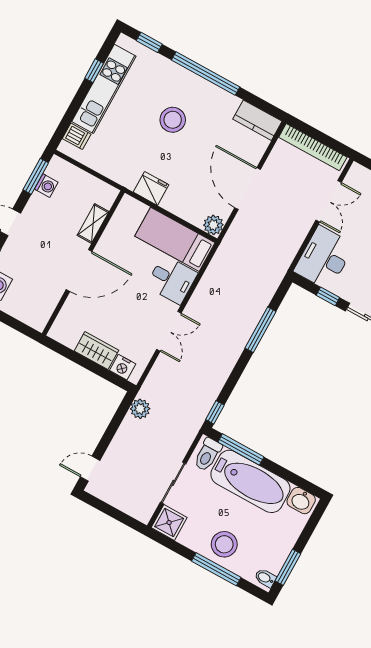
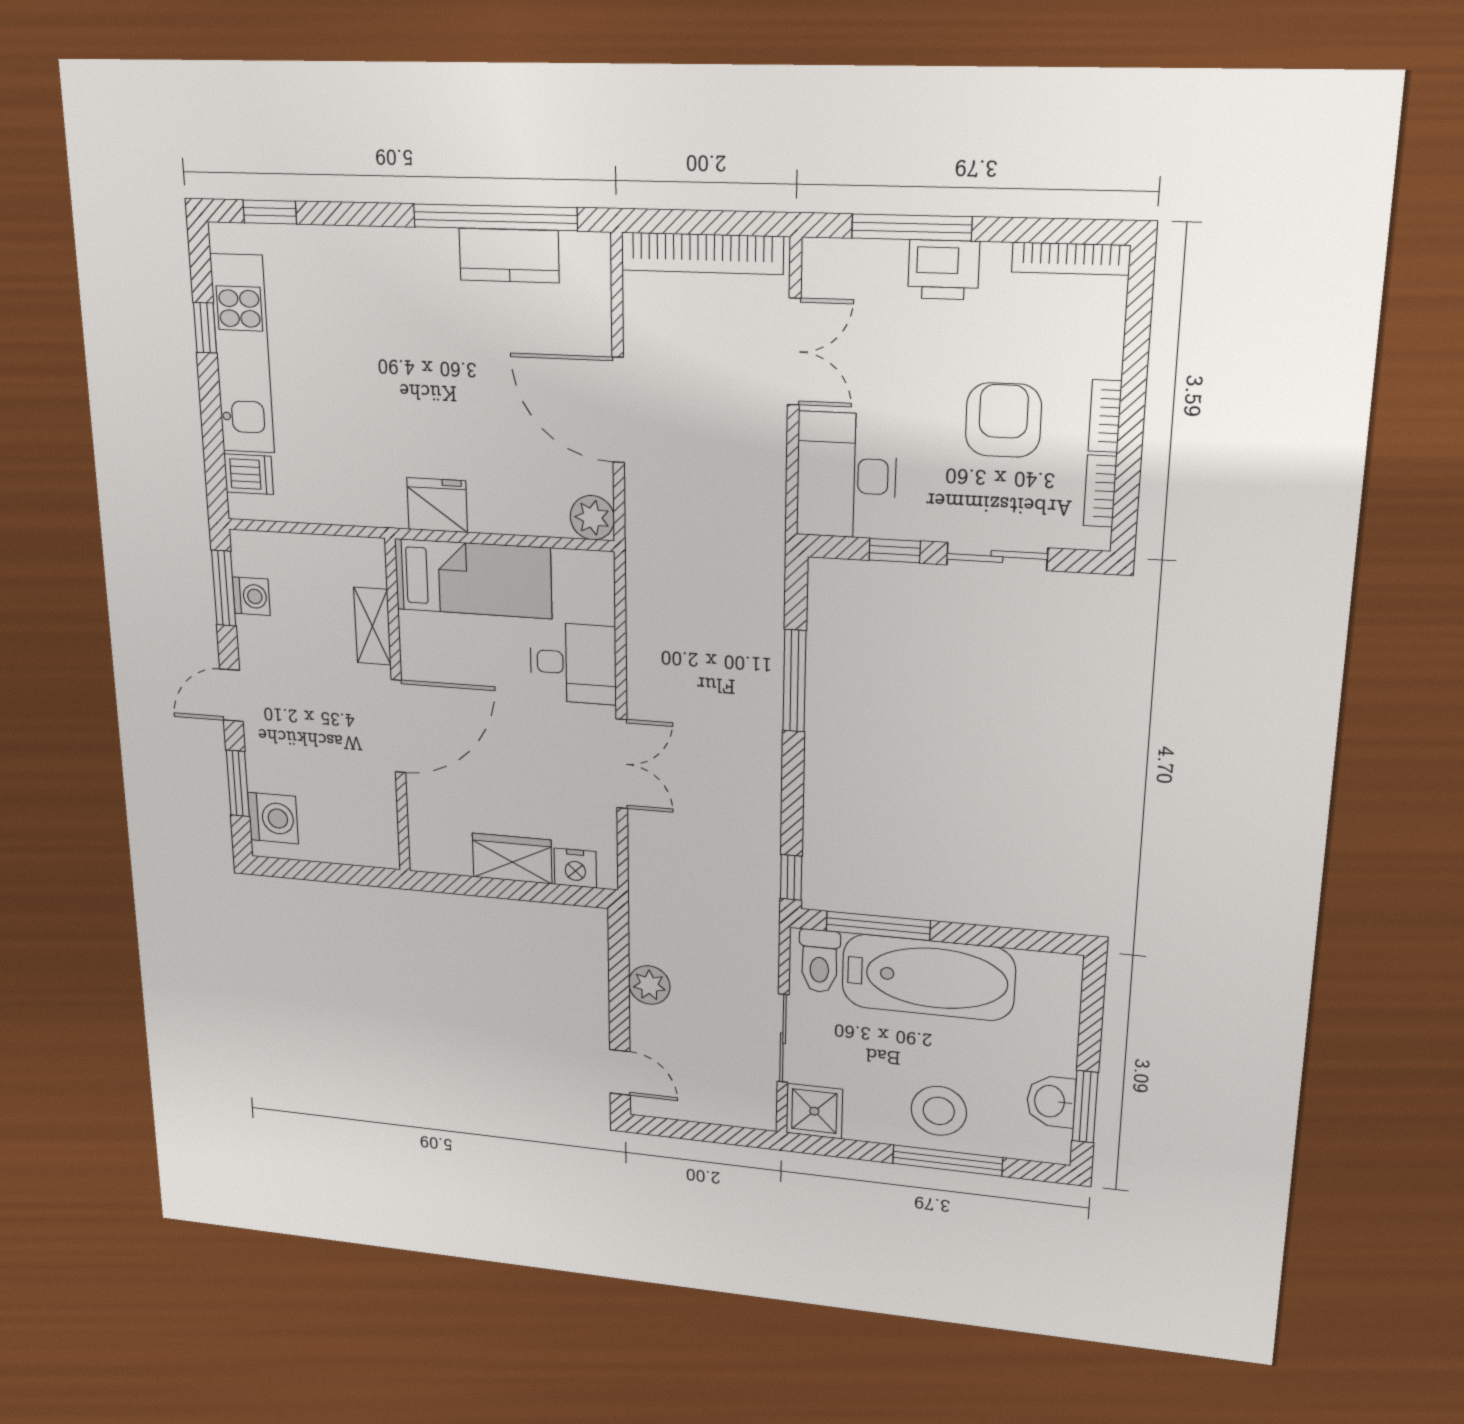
window: (206, 73) -> (495, 217), moved
stool: (173, 120) -> (400, 346), removed
kitchen counter: (257, 120) -> (509, 256), moved
bed: (175, 239) -> (473, 579), moved, turned 180
plant: (140, 409) -> (649, 985), moved
door: (90, 469) -> (620, 1072), swing flipped
washbasin: (301, 501) -> (1051, 1101), moved, turned 90
bidet: (265, 578) -> (1051, 1142), removed

